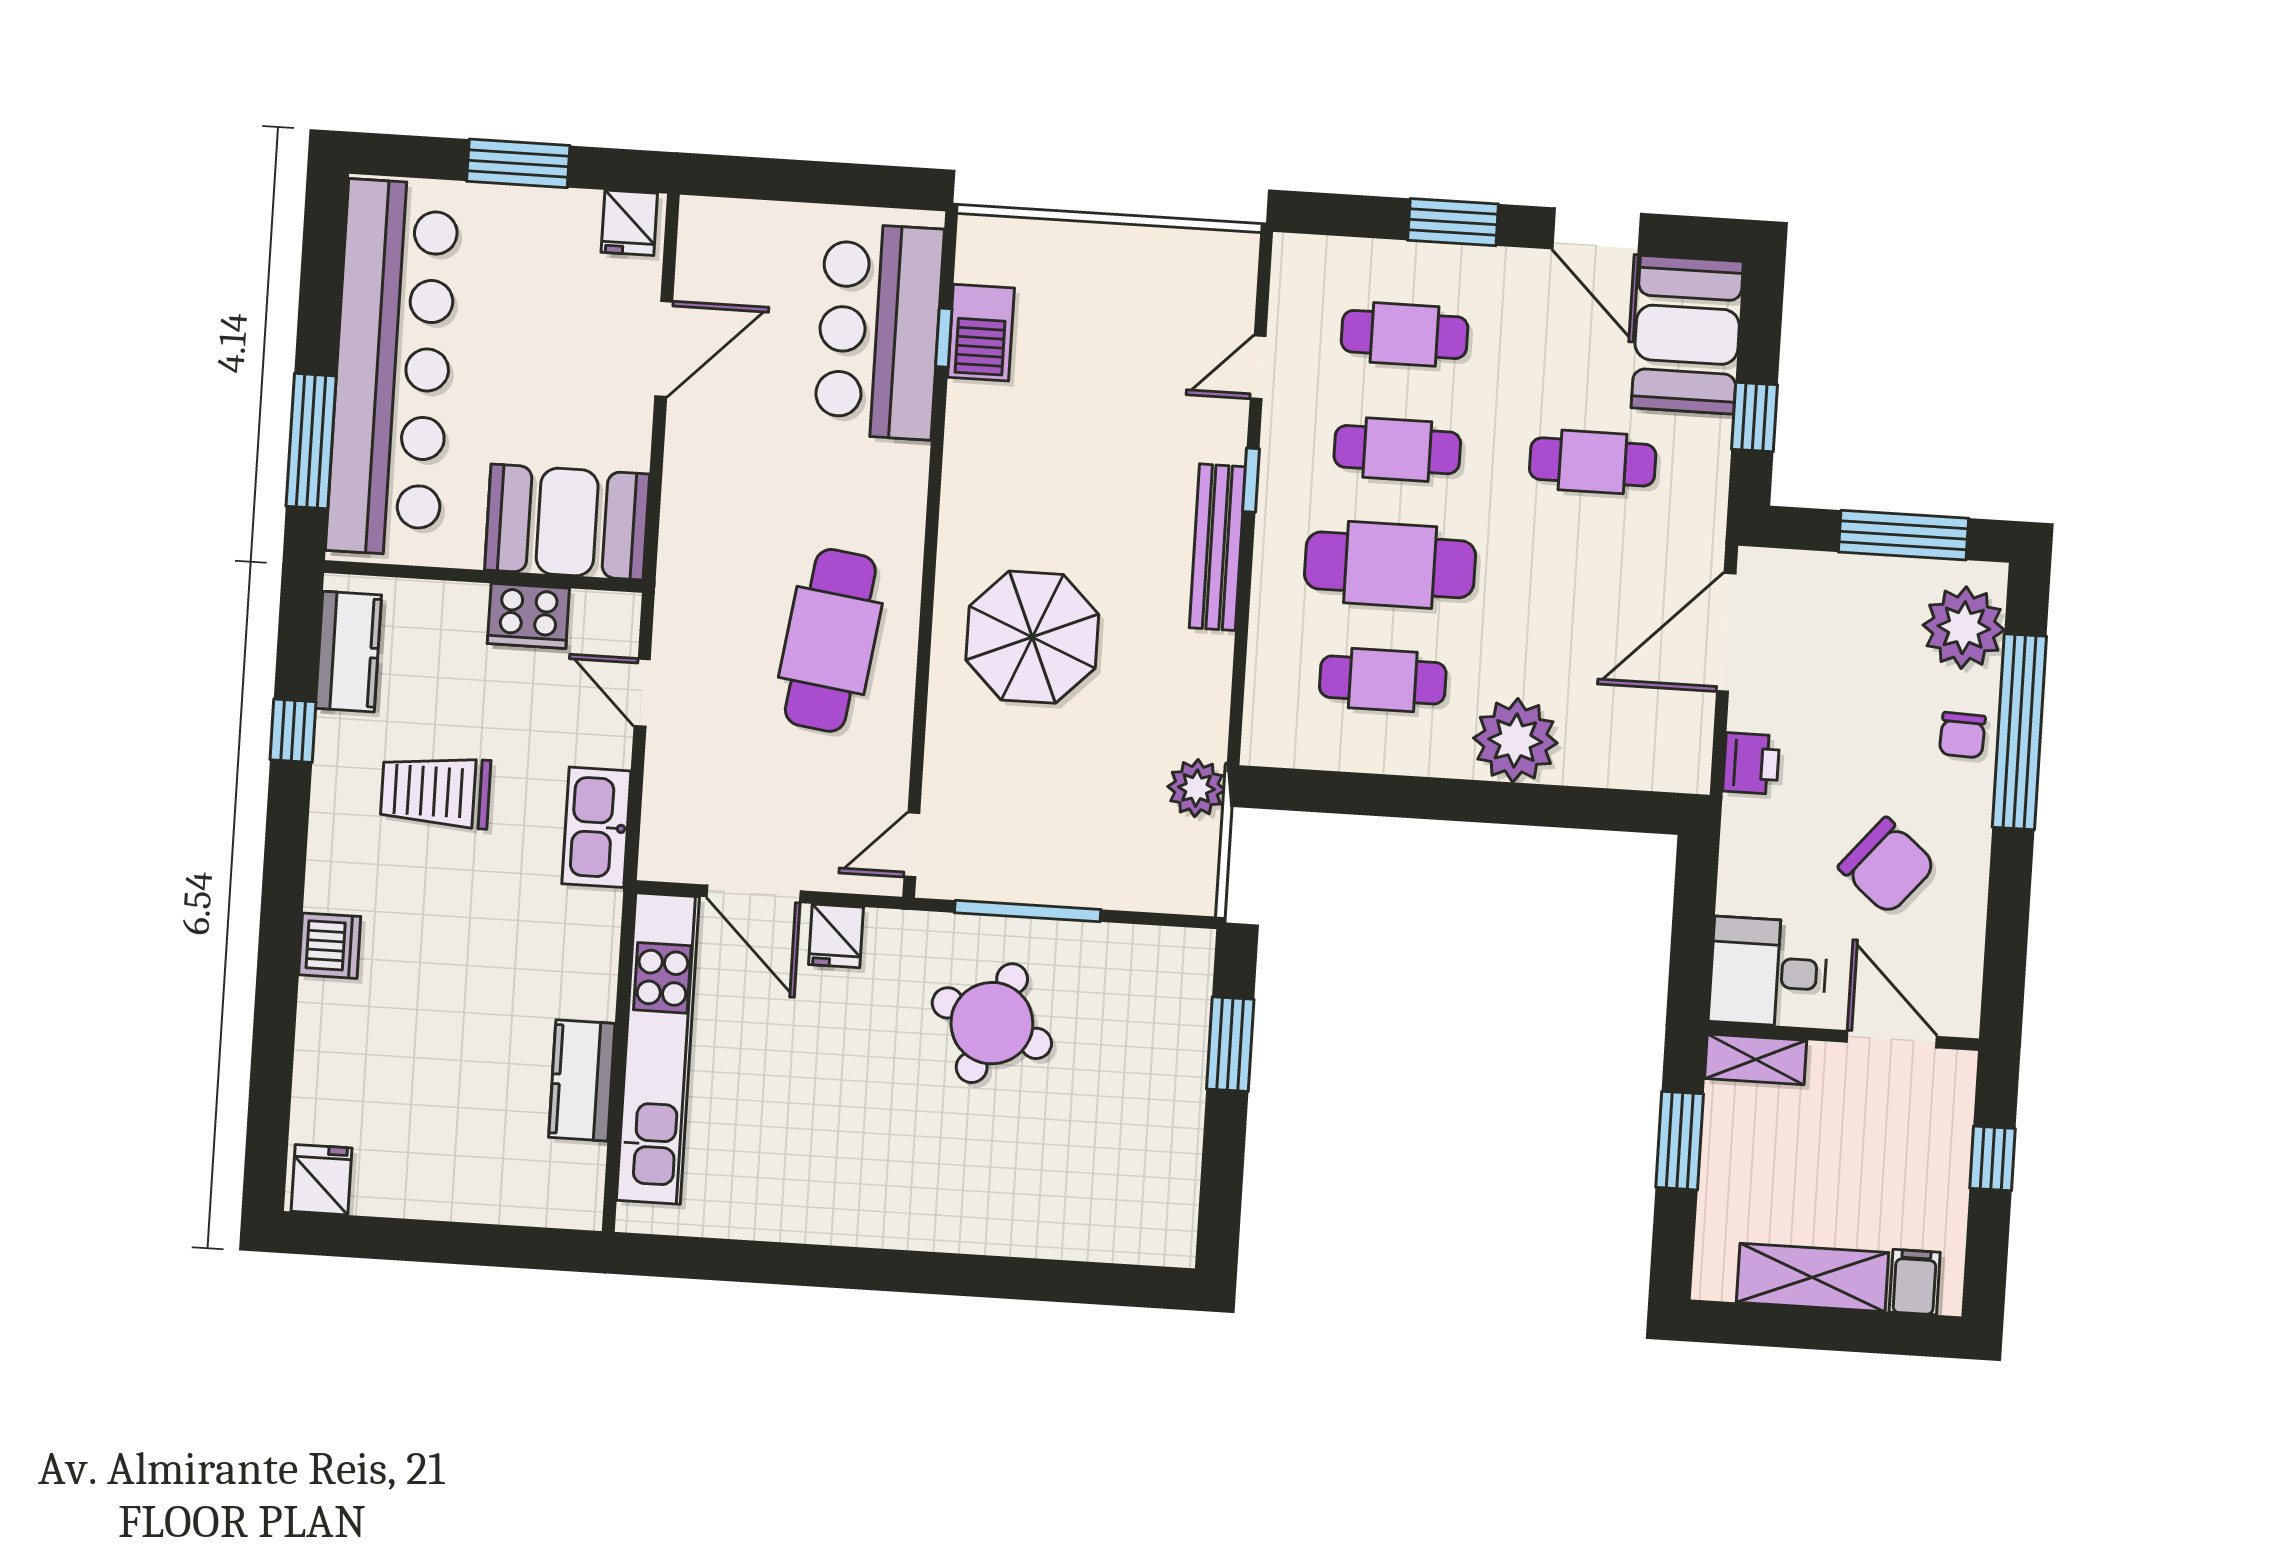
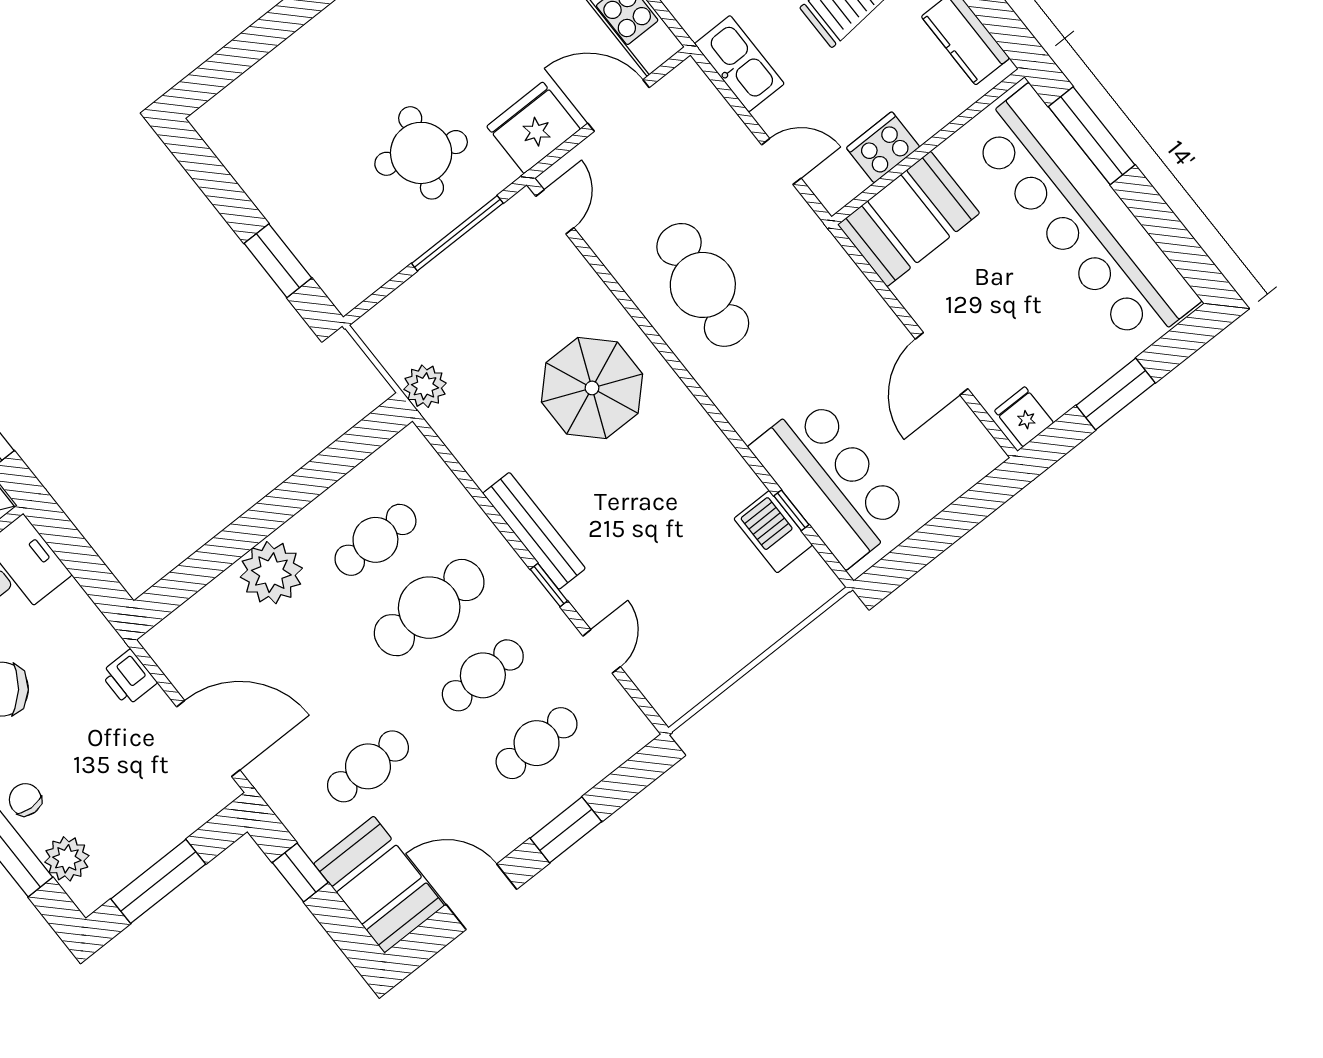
plant: (1964, 628) -> (67, 859), width x0.73, depth x0.73
door: (1726, 632) -> (208, 738), hinge flipped
fridge: (836, 936) -> (534, 128), width x1.88, depth x1.34

